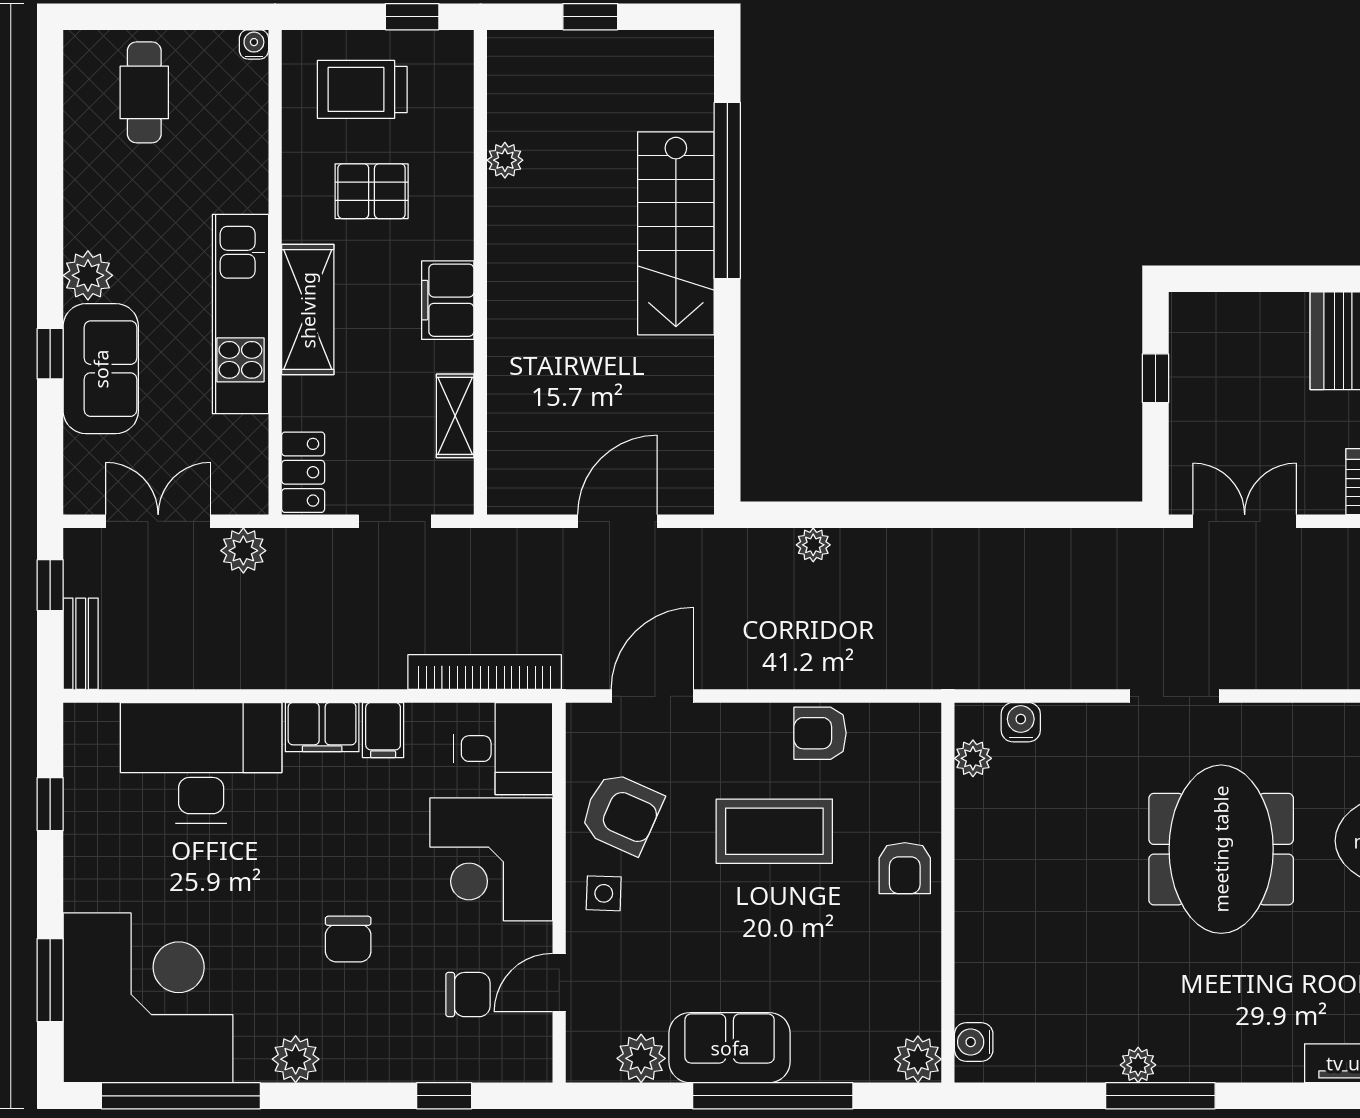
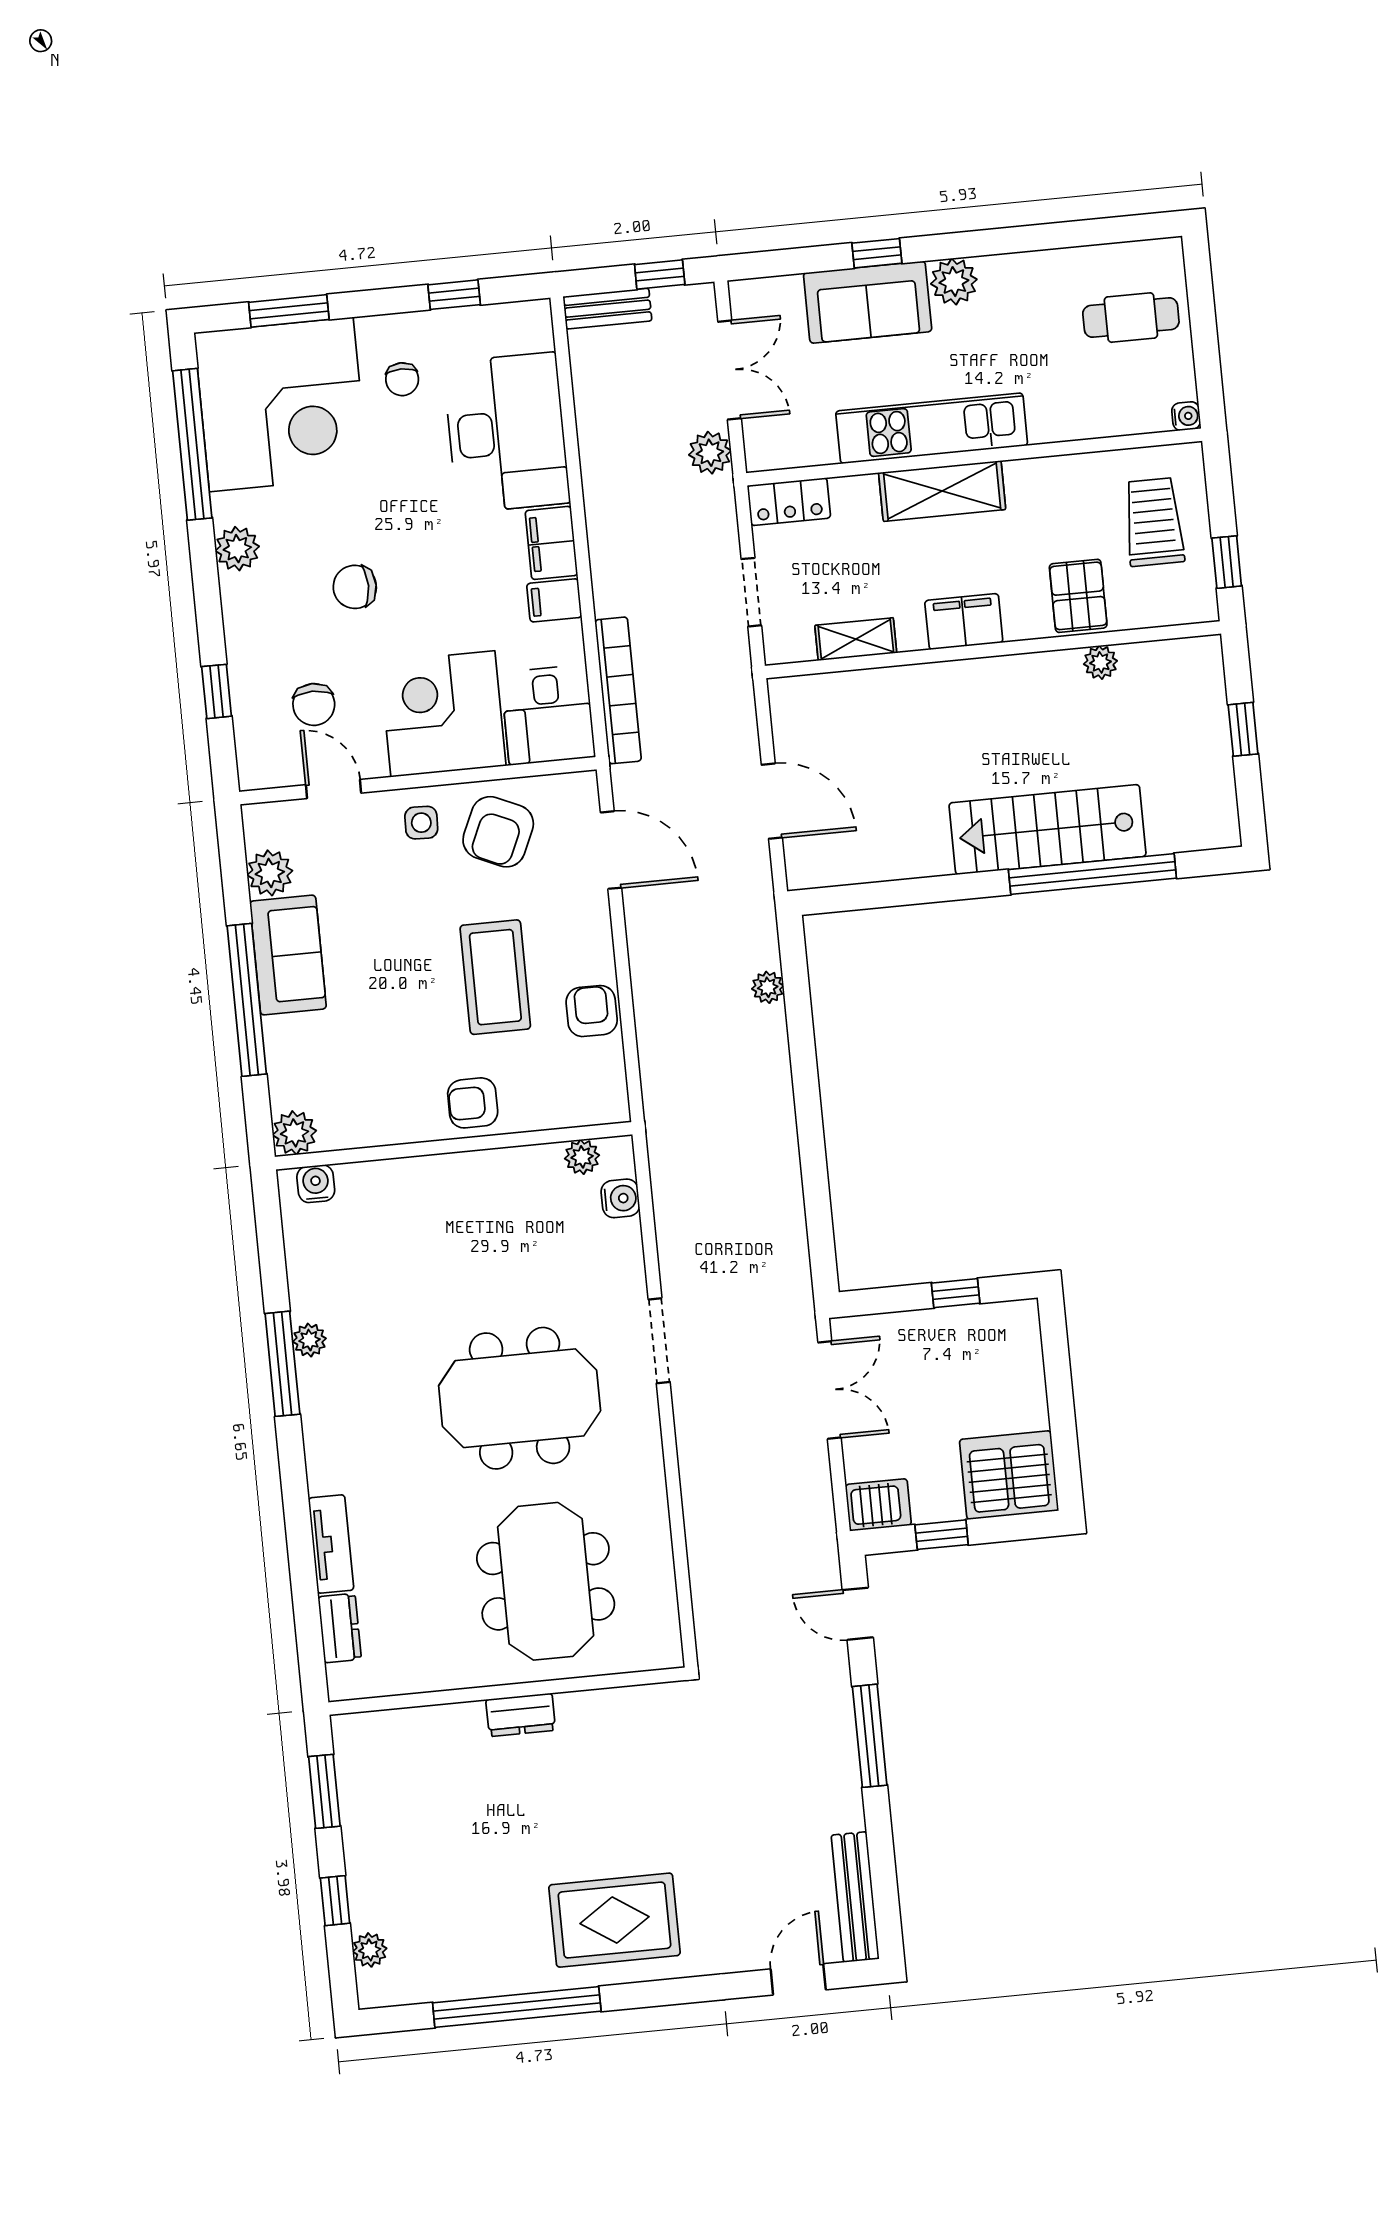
pallet: (372, 191) -> (1078, 596), moved
chair: (134, 868) -> (402, 379), added

